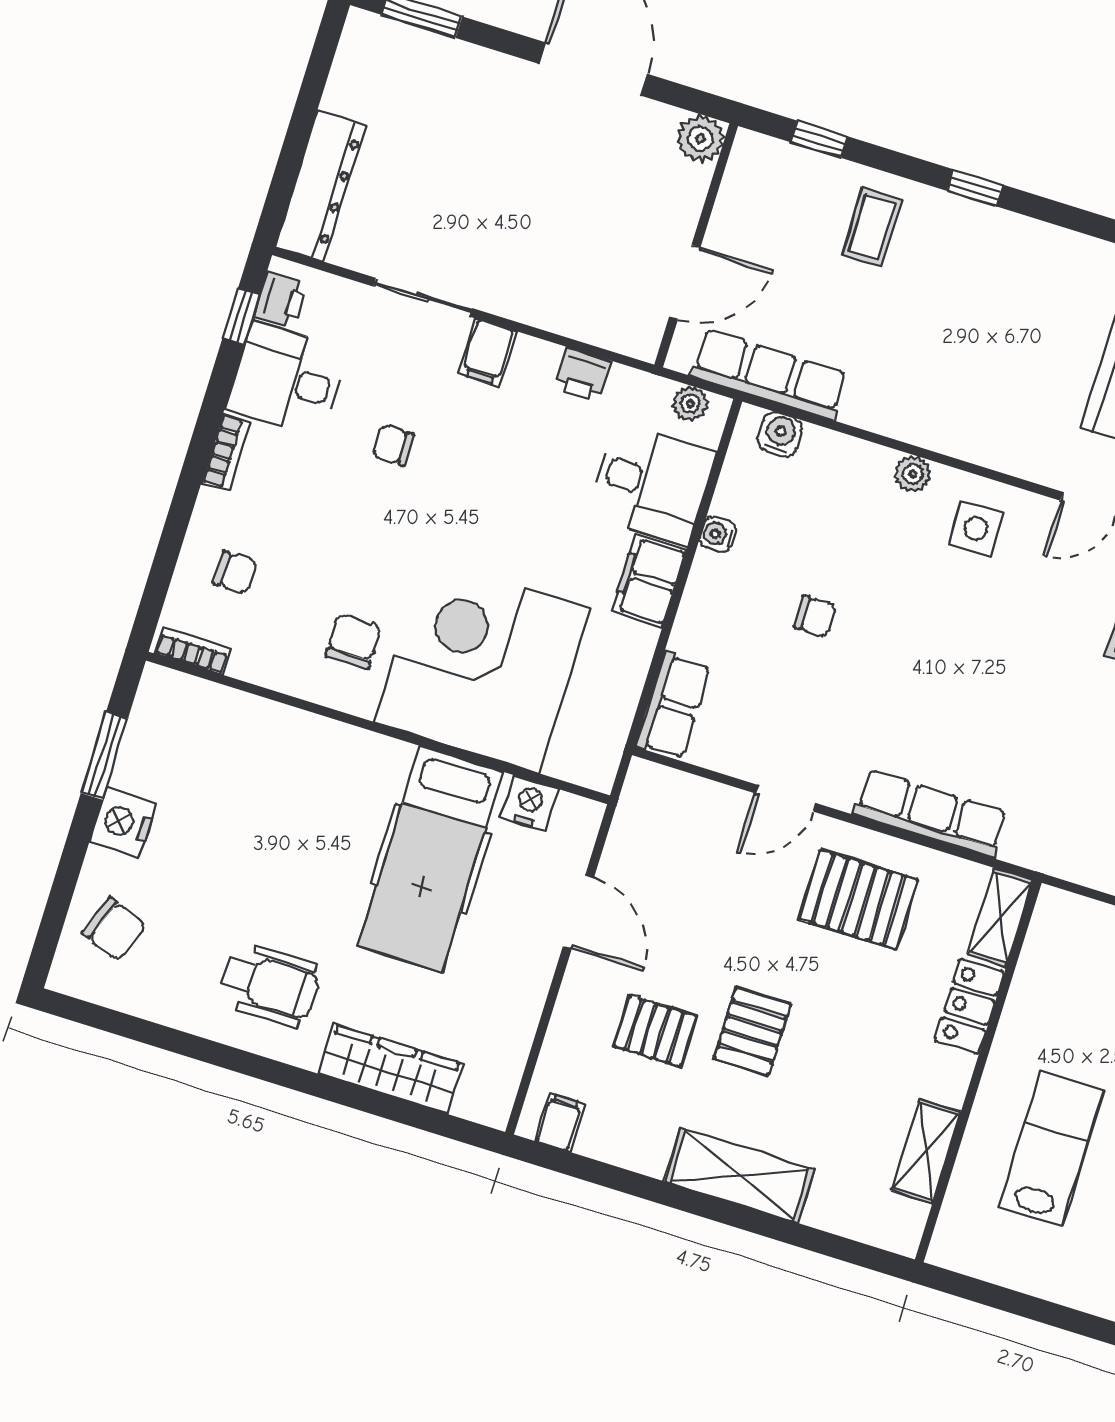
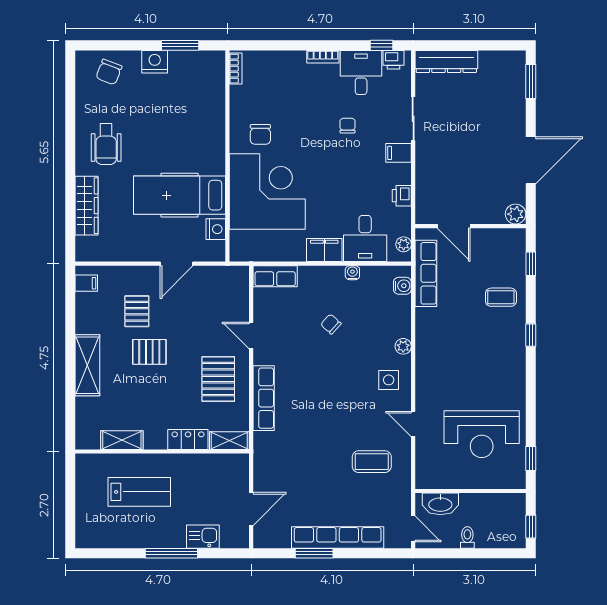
chair: (235, 573) -> (274, 76), removed
chair: (815, 616) -> (331, 324), turned 132
chair: (353, 641) -> (260, 134), turned 90

